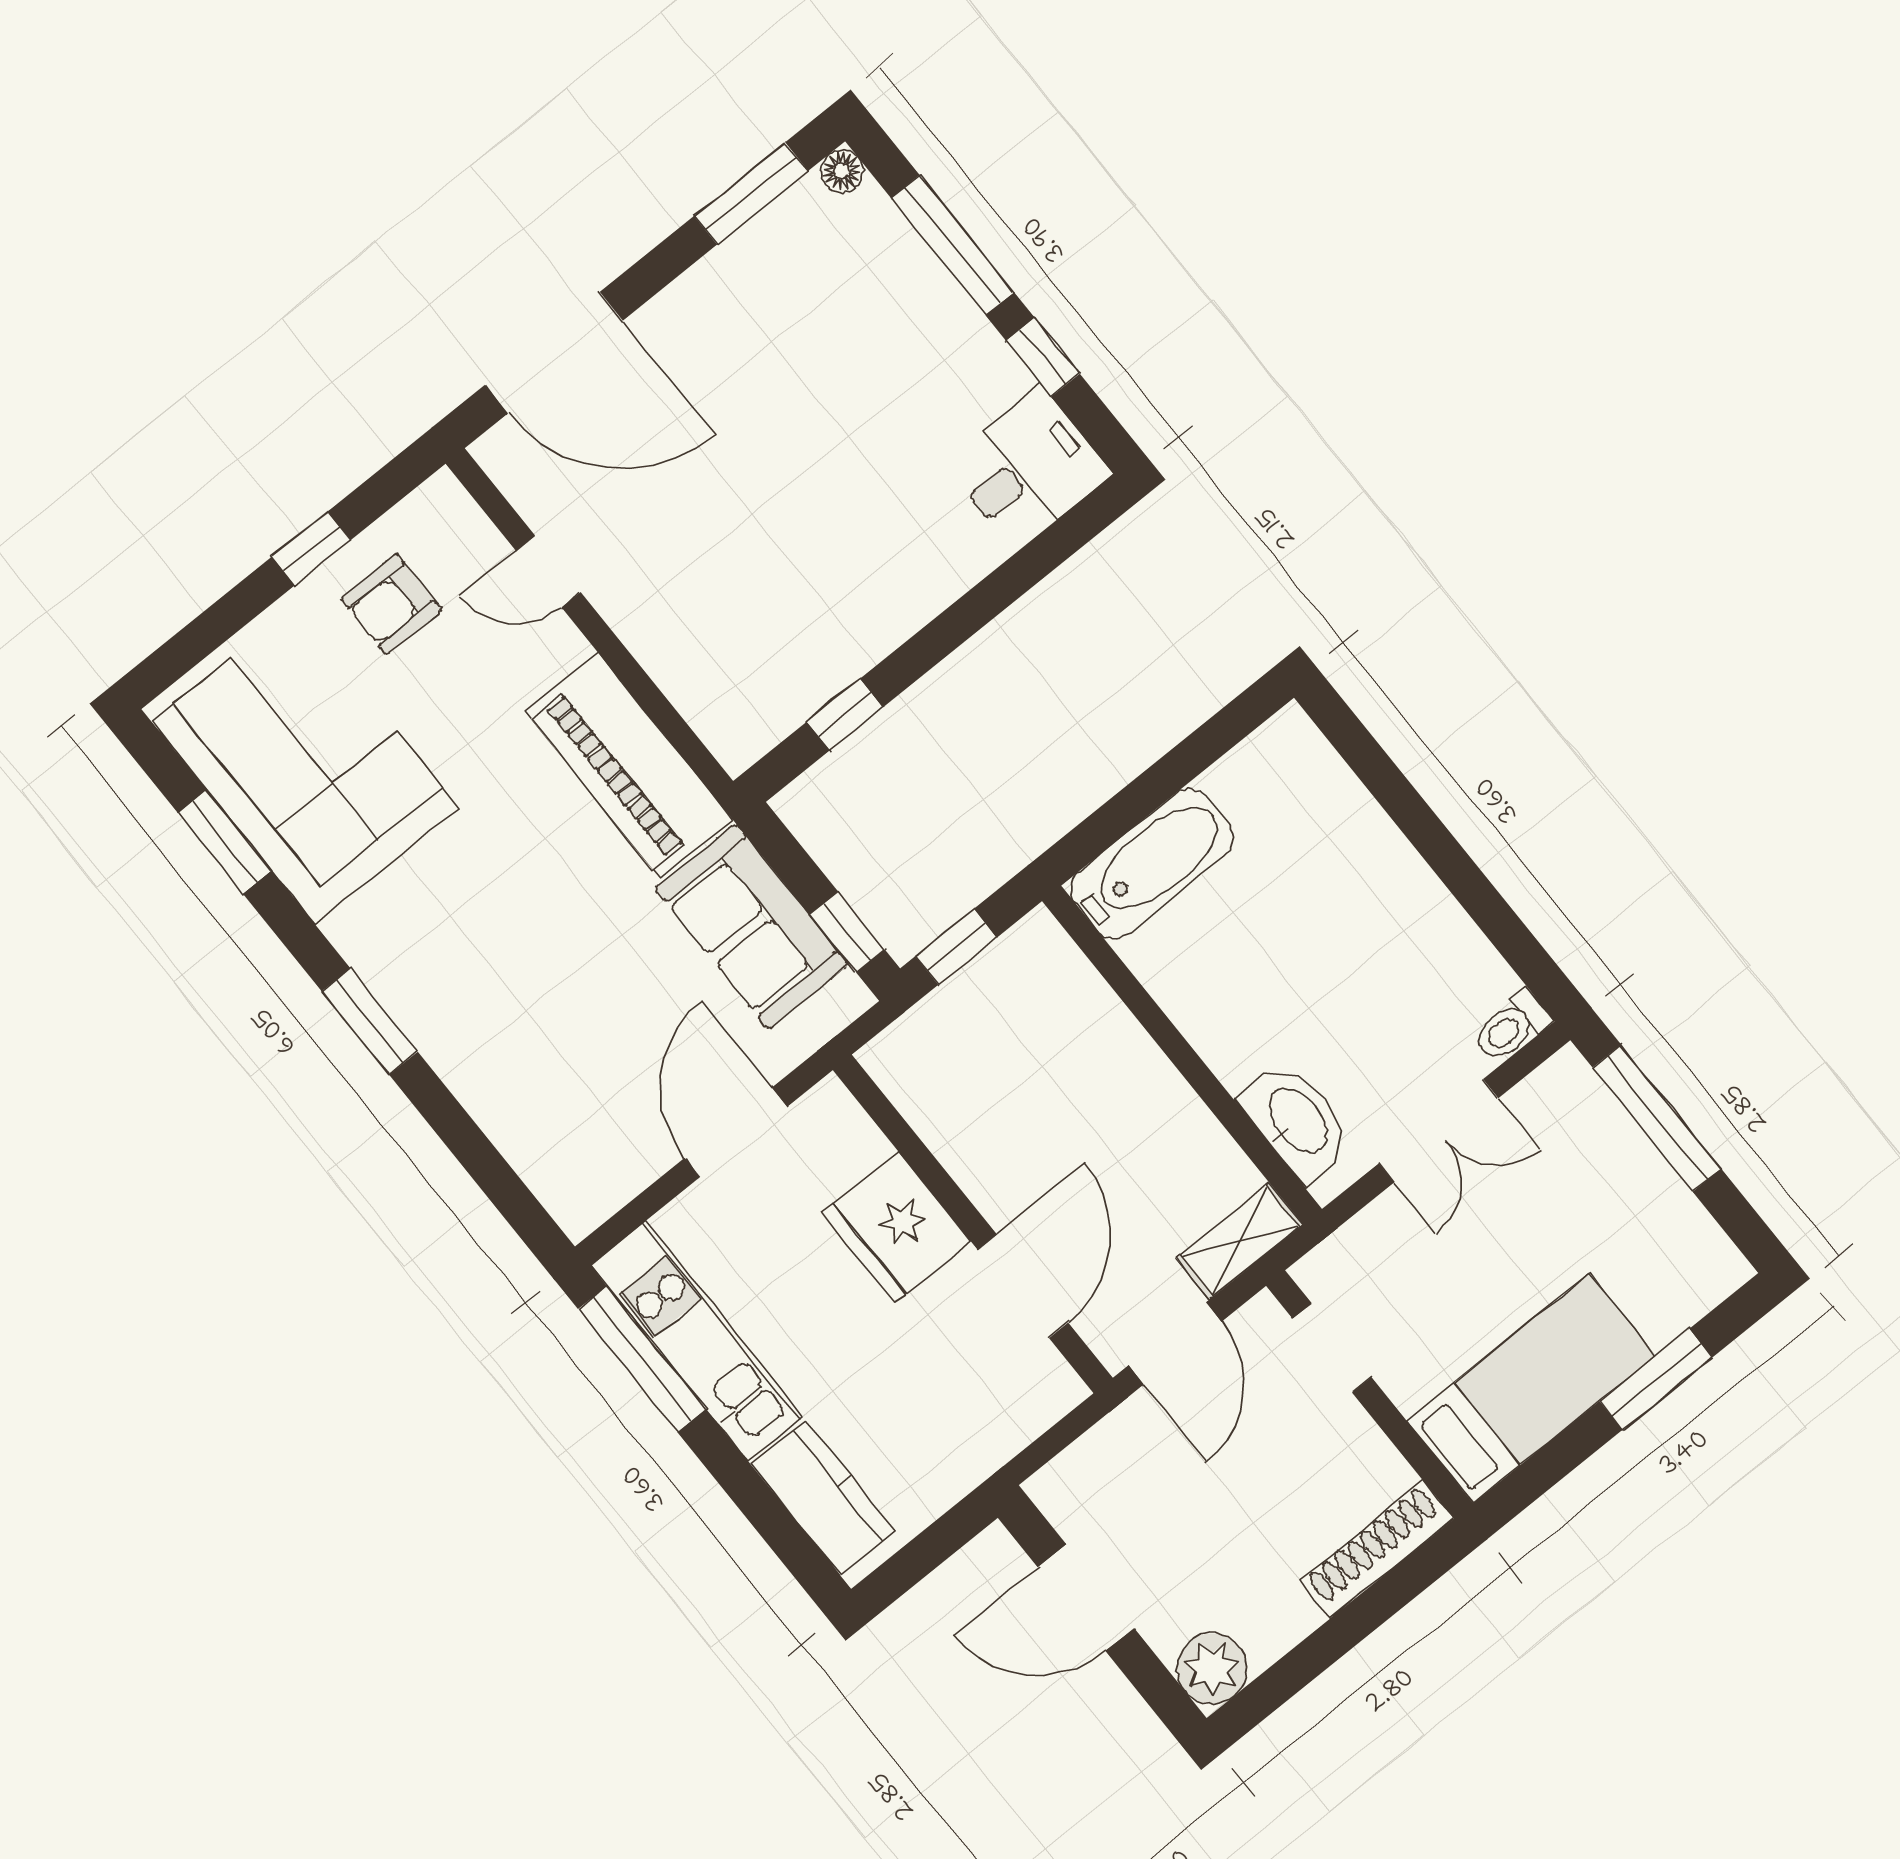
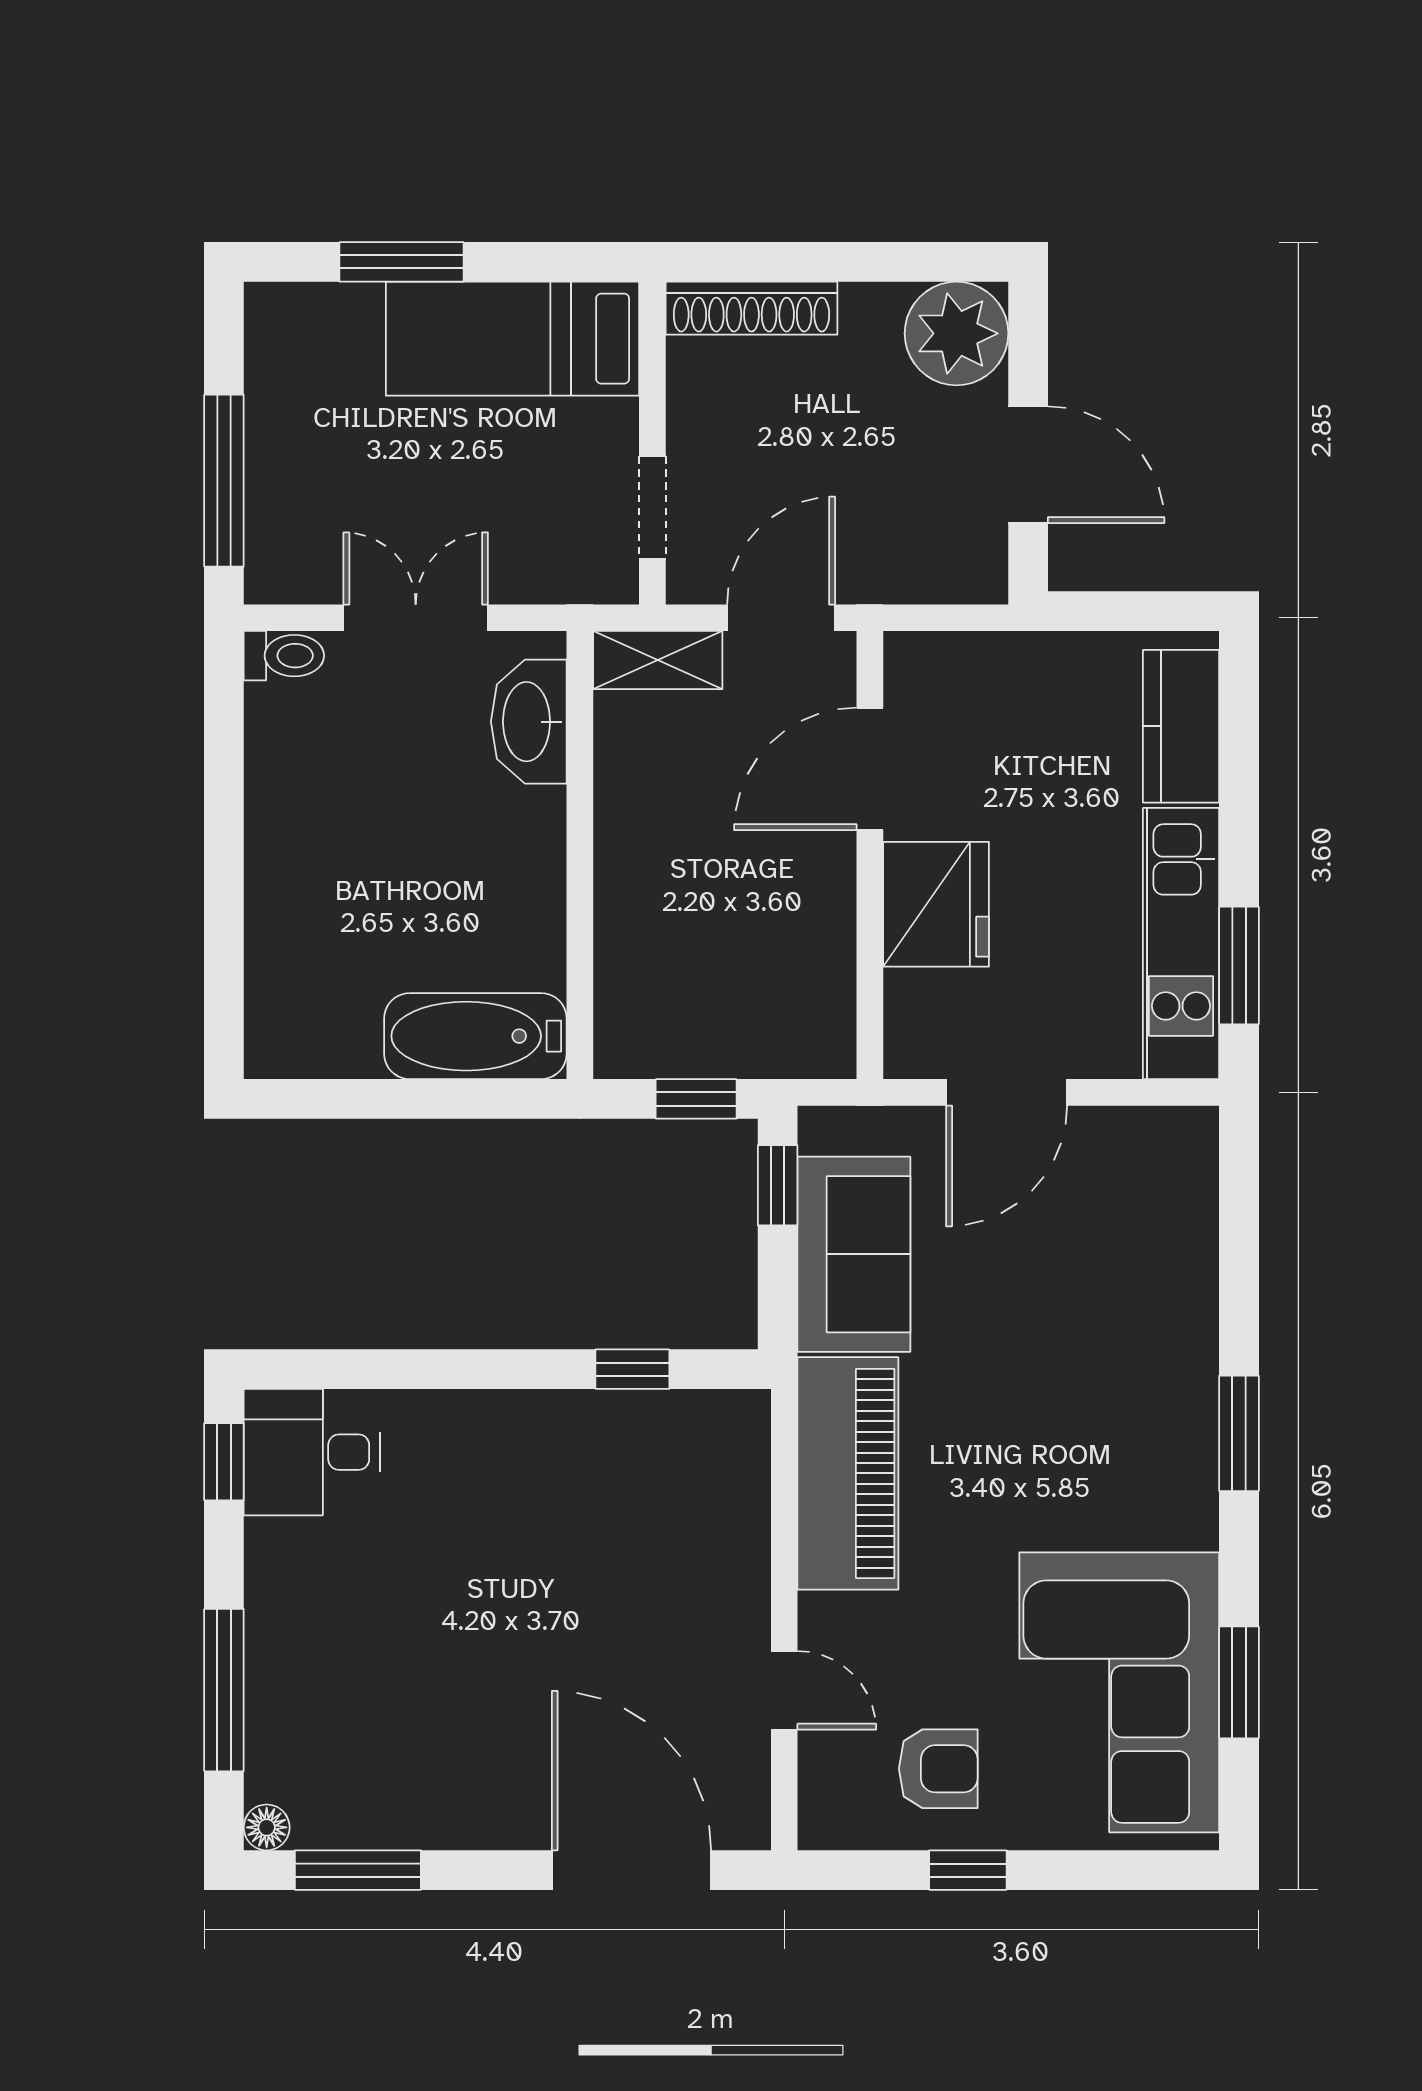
window: (1043, 357) -> (224, 1462), moved
window: (642, 1359) -> (1239, 966), width x0.69
plant: (1212, 1669) -> (956, 333), width x1.36, depth x1.36

